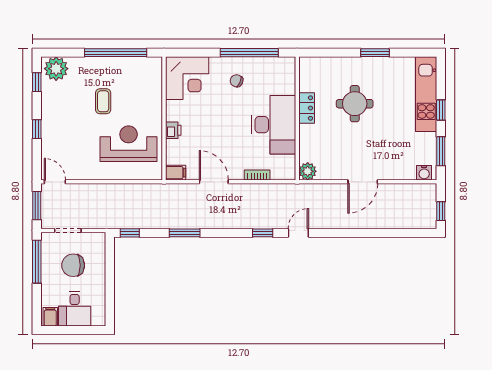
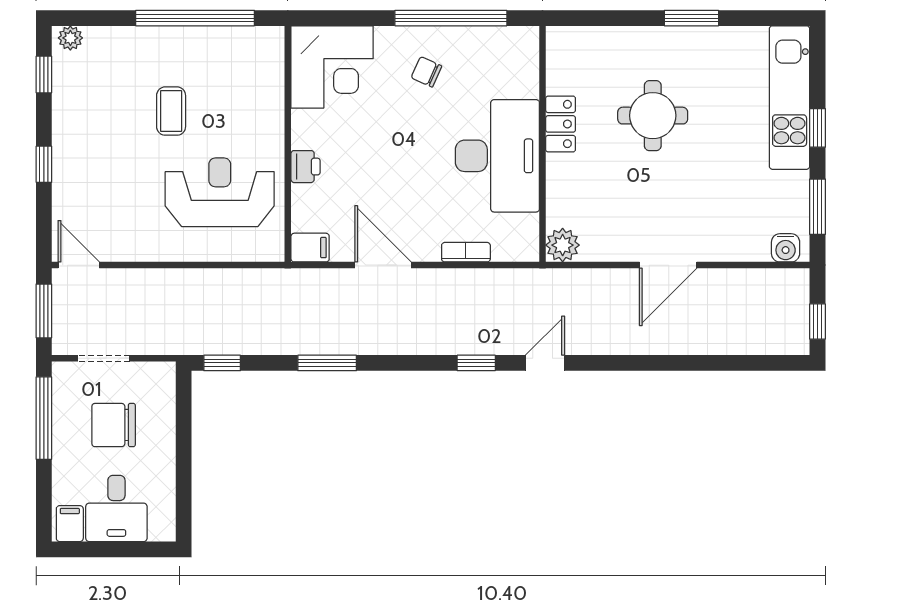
plant: (56, 69) -> (70, 38), width x0.53, depth x0.53

